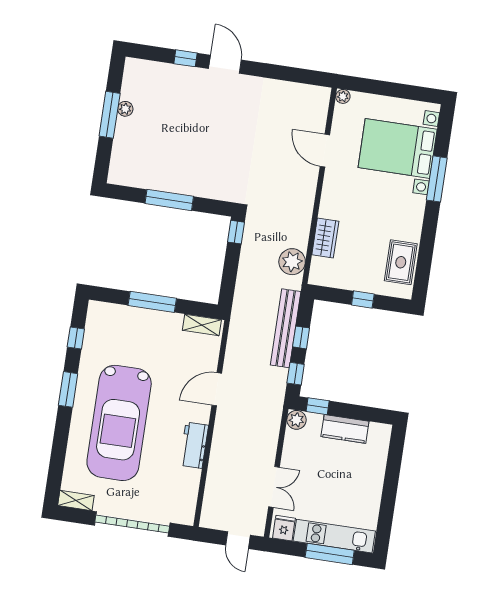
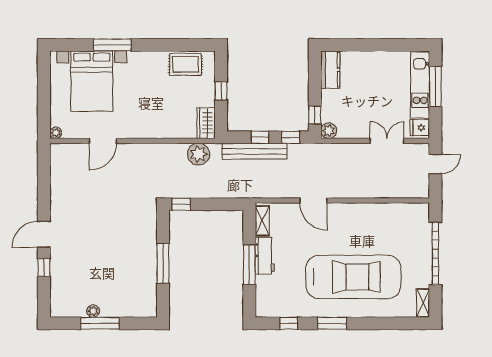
wardrobe: (325, 238) -> (206, 123), moved, turned -90
kitchen counter: (345, 429) -> (330, 70), moved
workbench: (194, 445) -> (265, 256), moved, turned -90

